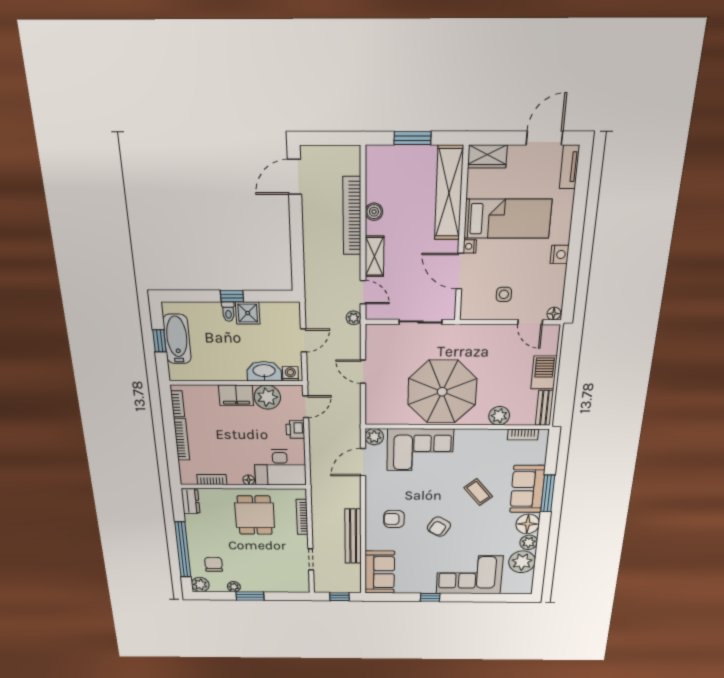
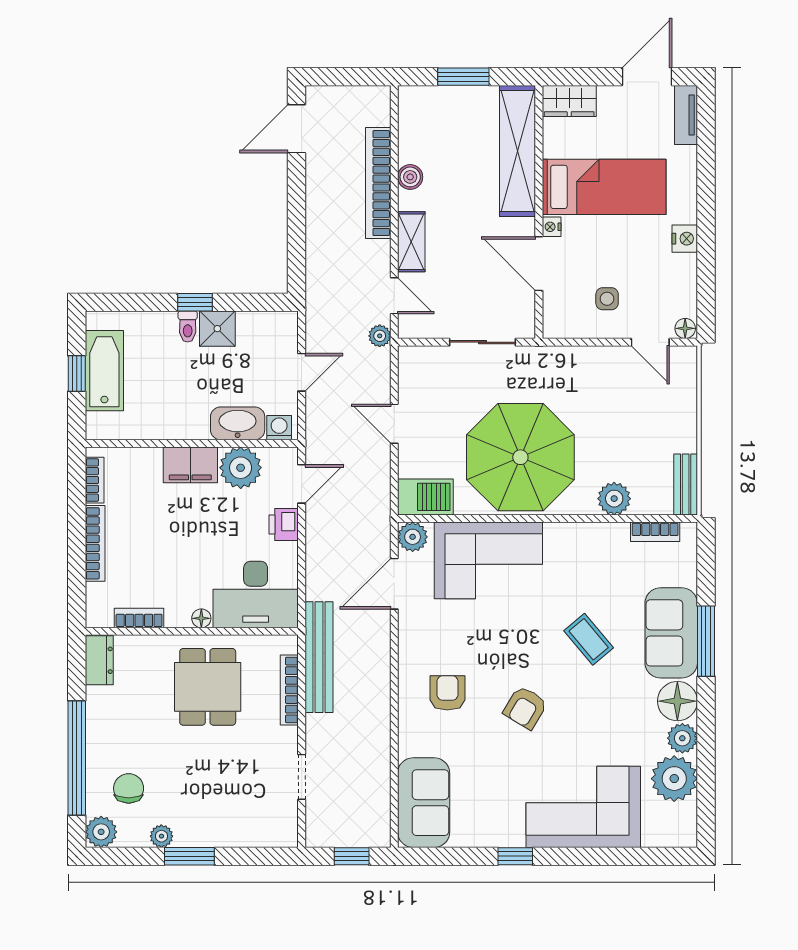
barbecue: (544, 372) -> (425, 497), moved, turned 90
armchair: (394, 519) -> (447, 693), turned 90
bench: (353, 536) -> (319, 657), moved

